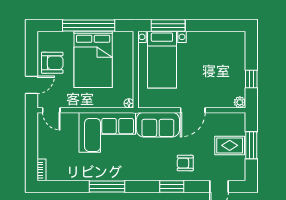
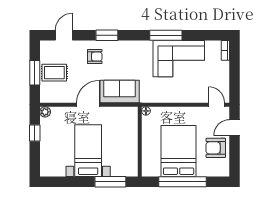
bed with nightstands: (162, 60) -> (88, 151), moved
corner sofa: (107, 132) -> (179, 59), moved, turned 180

